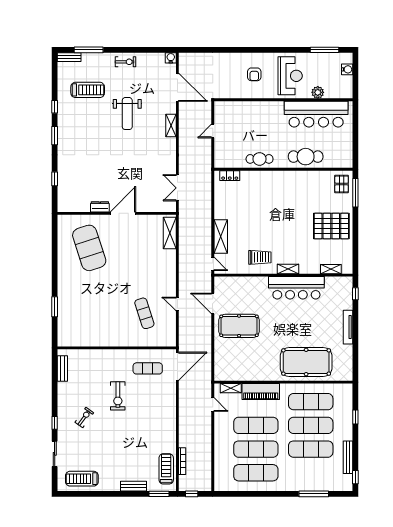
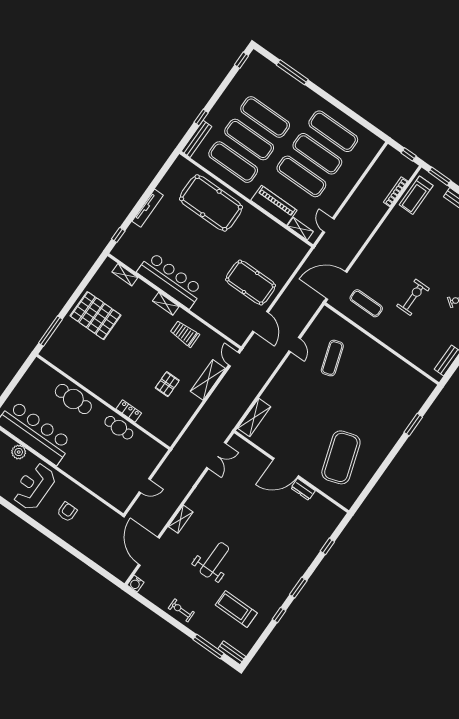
locker: (230, 176) -> (129, 411), moved
pallet: (342, 184) -> (167, 384), moved
bench: (348, 457) -> (196, 139), moved

